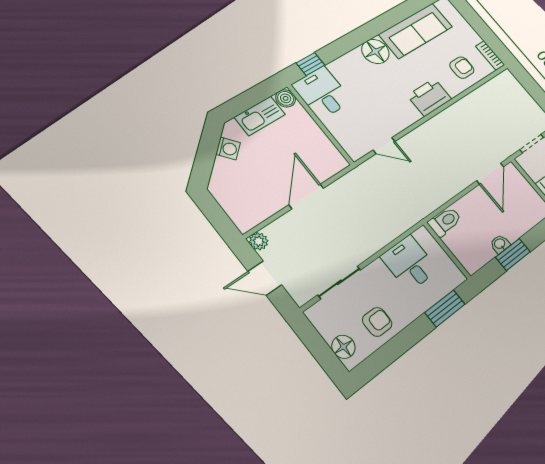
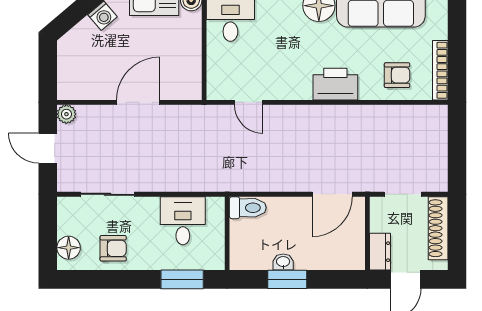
bookcase: (490, 56) -> (440, 70), width x1.56

